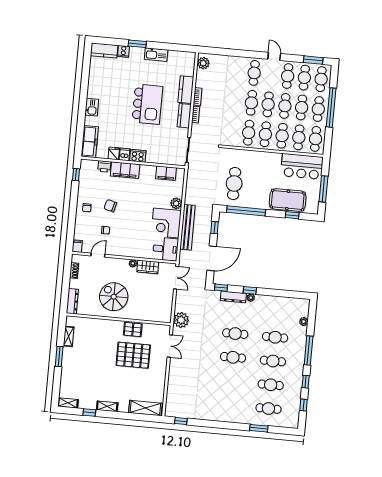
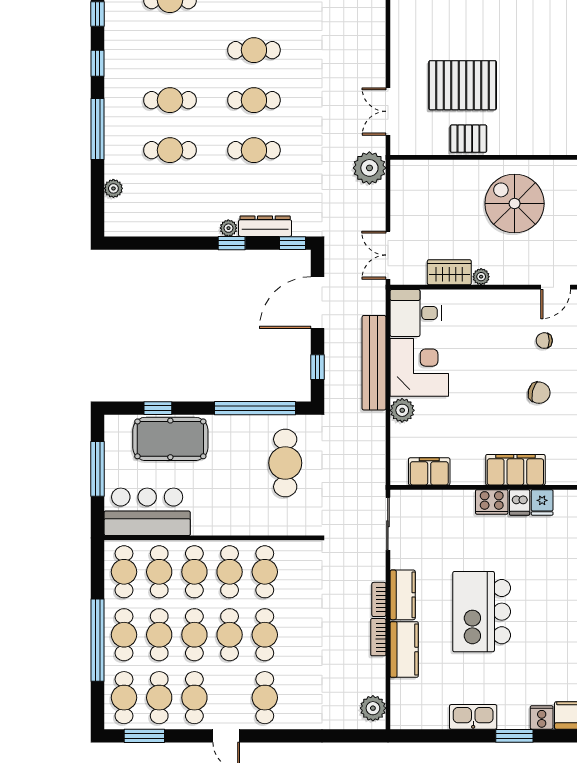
printer: (104, 166) -> (559, 474), removed
spiral stairs: (114, 297) -> (515, 204), turned 180
cafe table: (271, 385) -> (254, 50), moved

